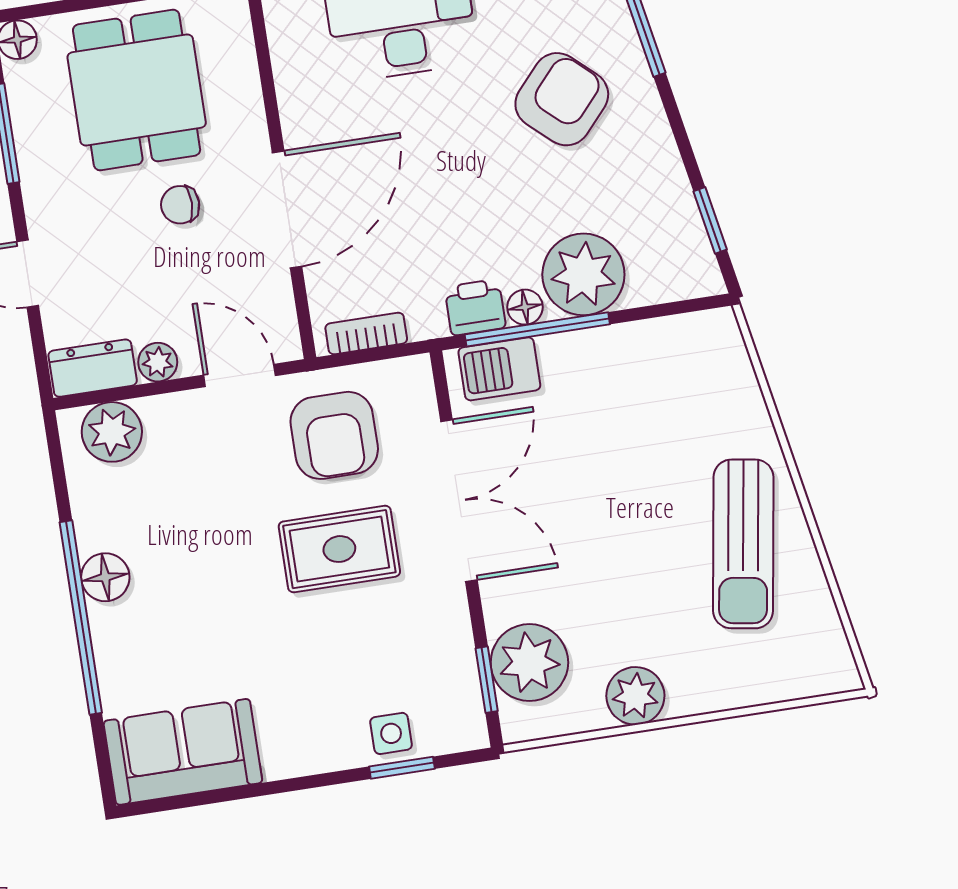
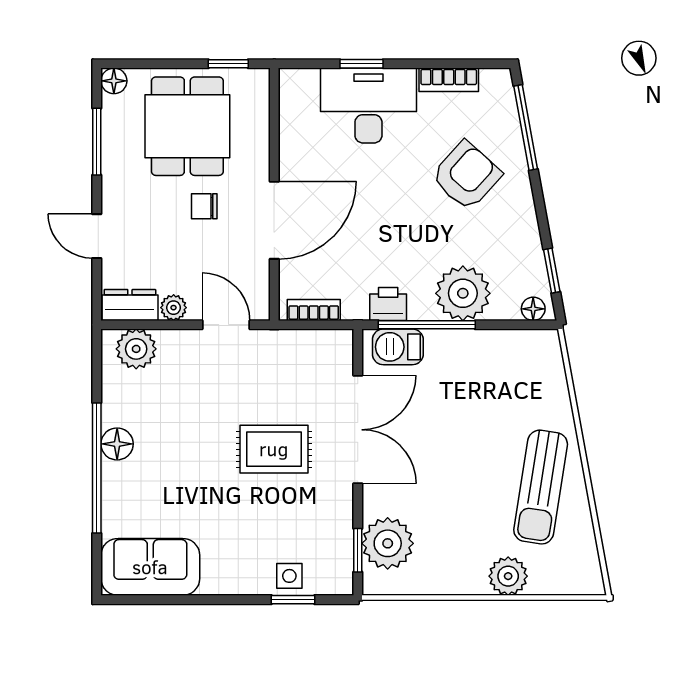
floor lamp: (525, 307) -> (533, 309), moved
armchair: (334, 435) -> (282, 374), removed
plant: (635, 696) -> (508, 576), moved

